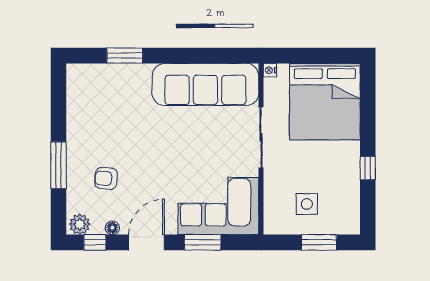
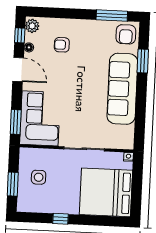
armchair: (86, 83) -> (126, 34), added
sofa: (205, 84) -> (122, 89), moved
window: (58, 165) -> (112, 15), moved
armchair: (106, 178) -> (62, 45), turned -95
window: (203, 242) -> (16, 122), moved

